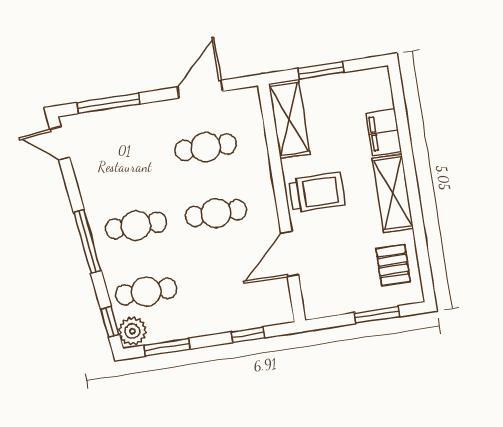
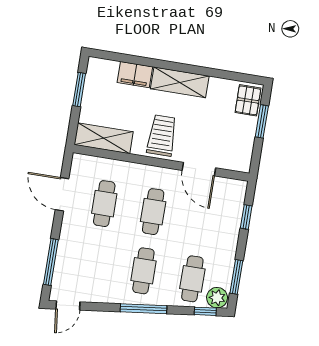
window: (321, 70) -> (79, 90), moved
pallet: (393, 265) -> (248, 100), moved, turned 90

